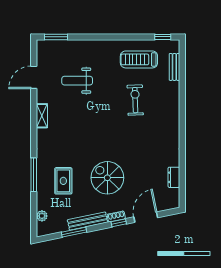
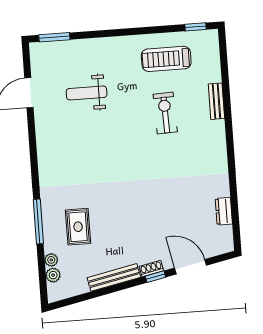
bench: (174, 67) -> (216, 101), moved
shelving: (42, 116) -> (43, 143), removed
spiral stairs: (107, 178) -> (136, 218), removed
plant: (41, 204) -> (51, 260), added
door: (146, 217) -> (191, 267), hinge flipped
window: (74, 232) -> (97, 293), removed

